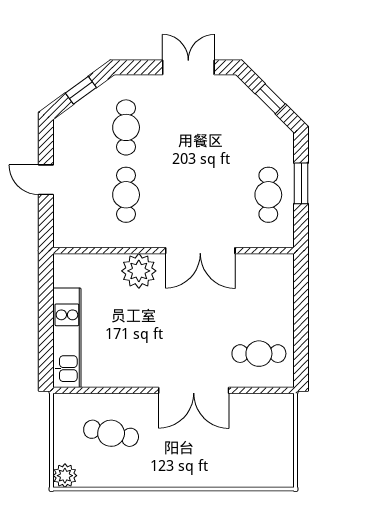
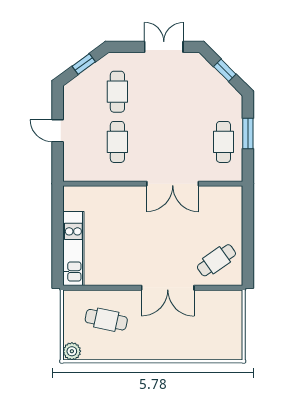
plant: (139, 271) -> (127, 199), removed
cafe table: (259, 354) -> (216, 260), turned -35

